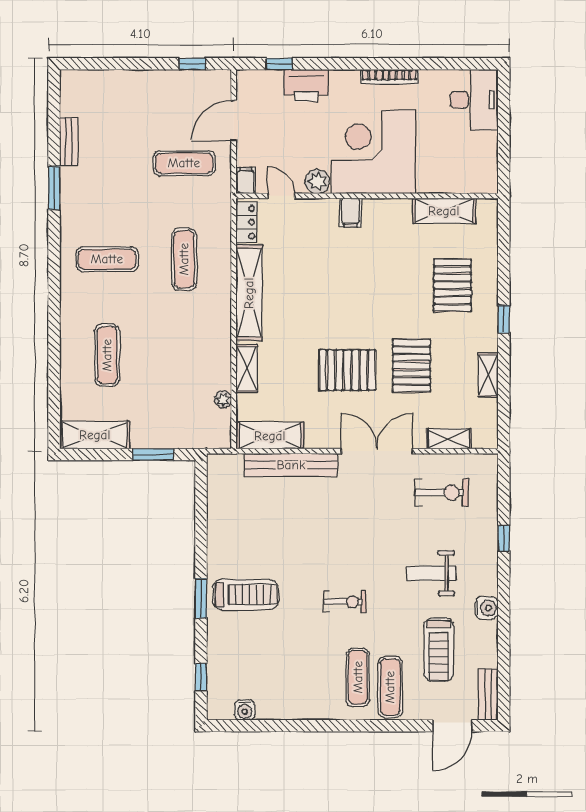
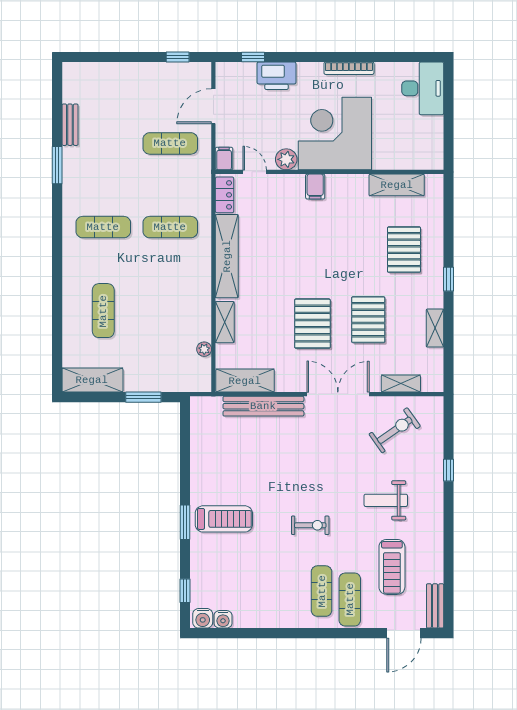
exercise mat: (184, 259) -> (170, 227), turned 90
pallet: (347, 370) -> (312, 324), turned 90
exercise bike: (442, 493) -> (395, 430), turned -35
water cooler: (487, 608) -> (203, 618), moved, turned 90

